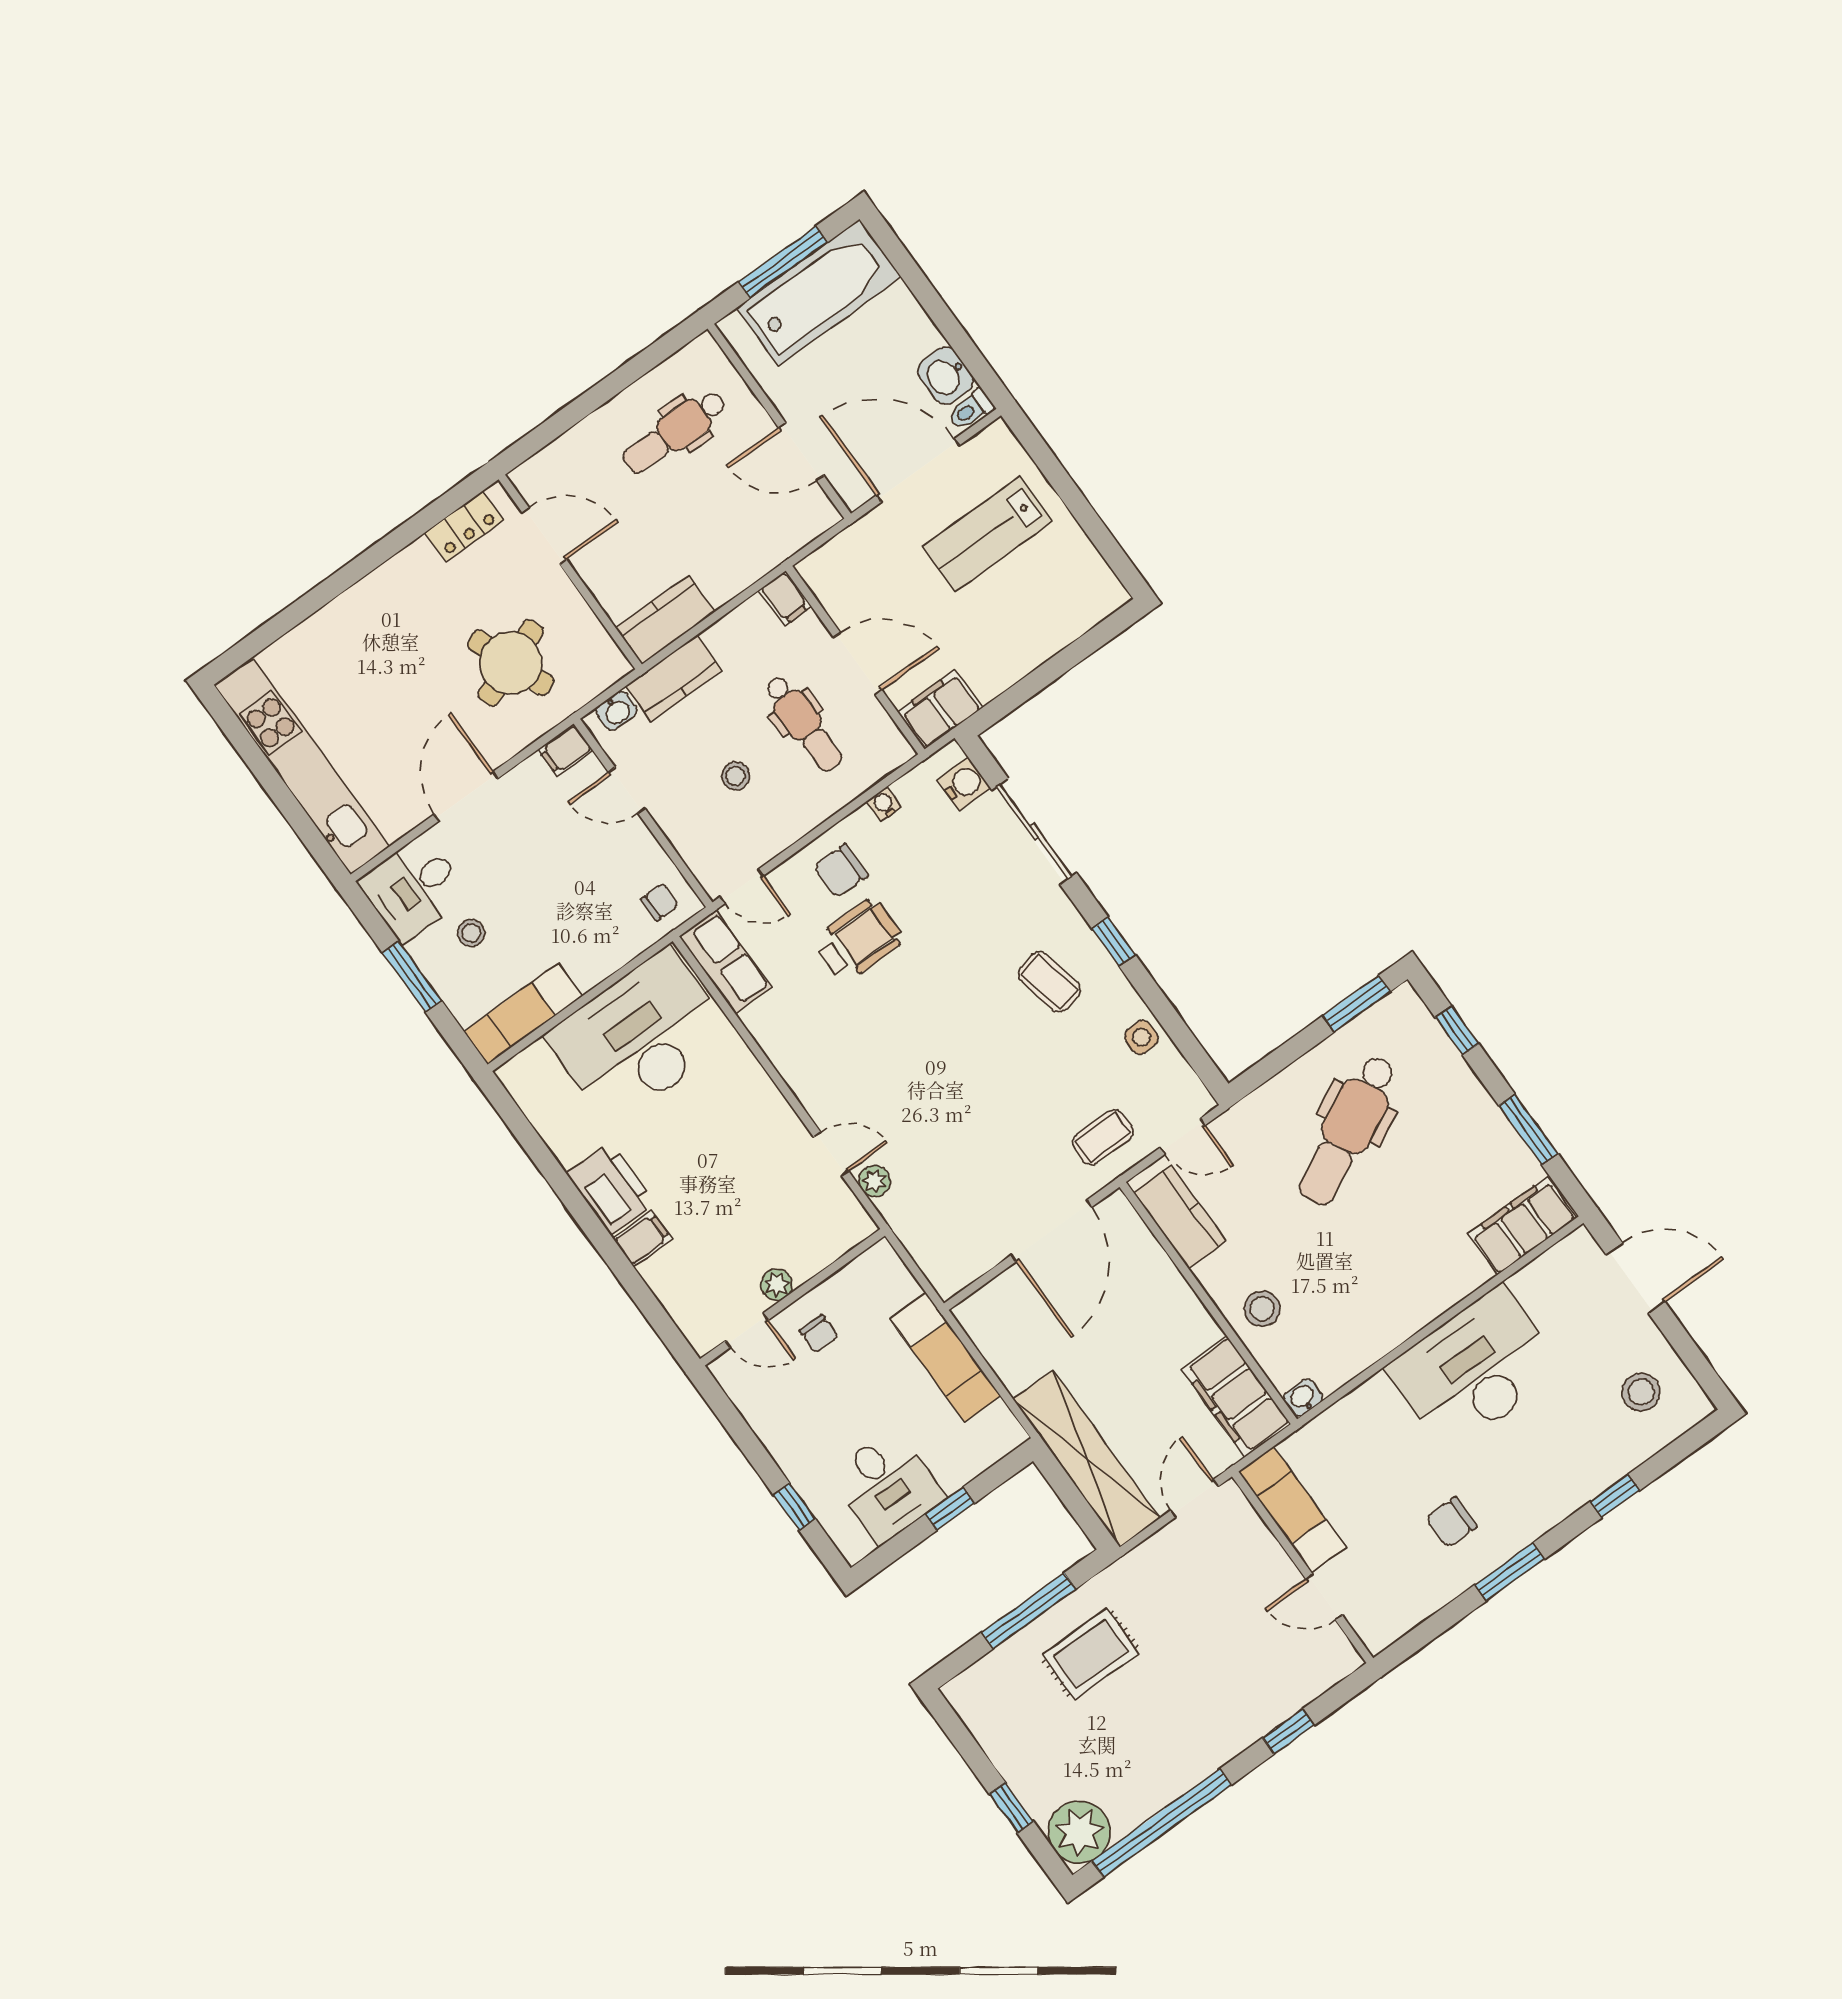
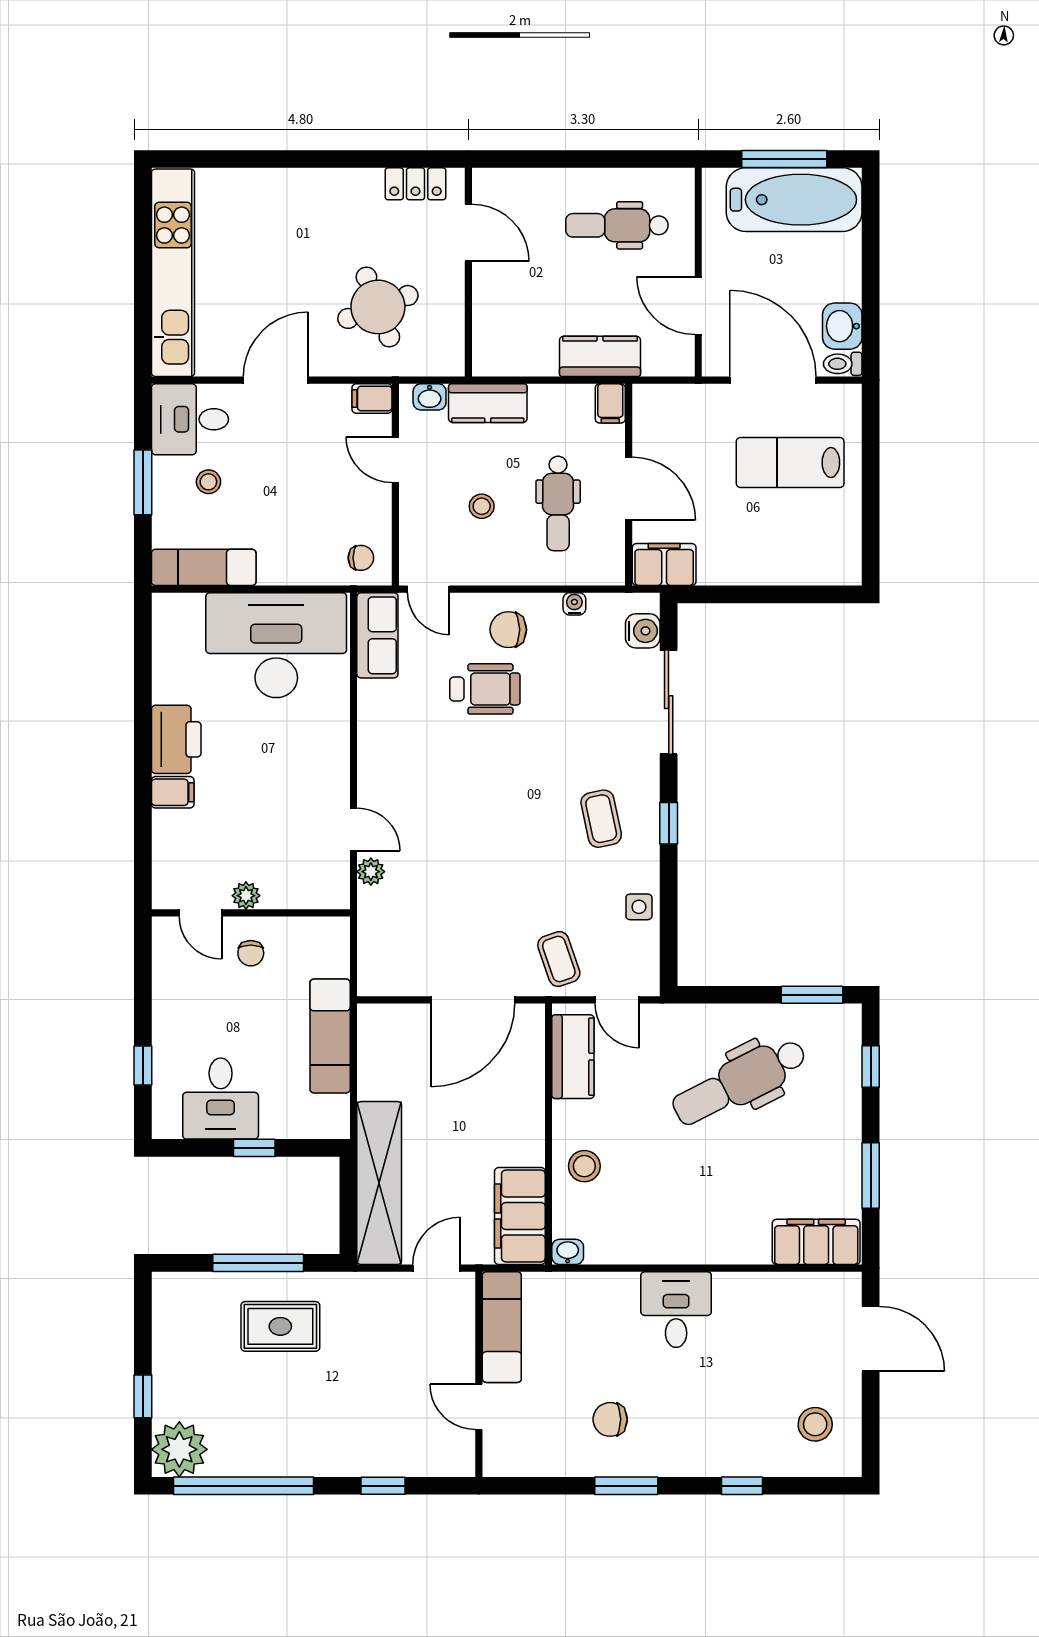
kitchen counter: (665, 620) -> (600, 356), moved
coffee table: (1103, 1137) -> (559, 959), turned 71
desk: (1475, 1369) -> (676, 1310), width x0.53, depth x0.77

